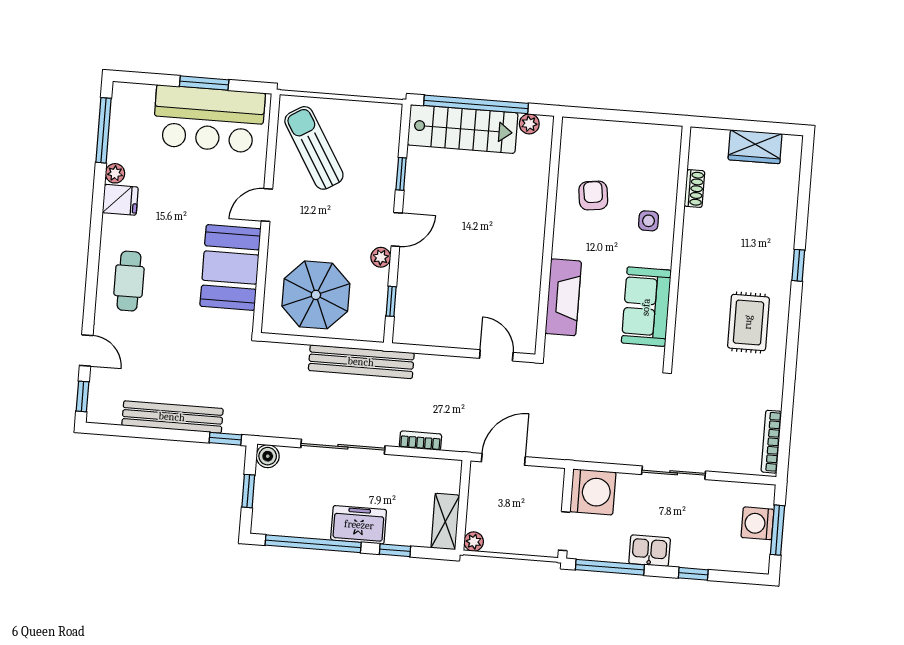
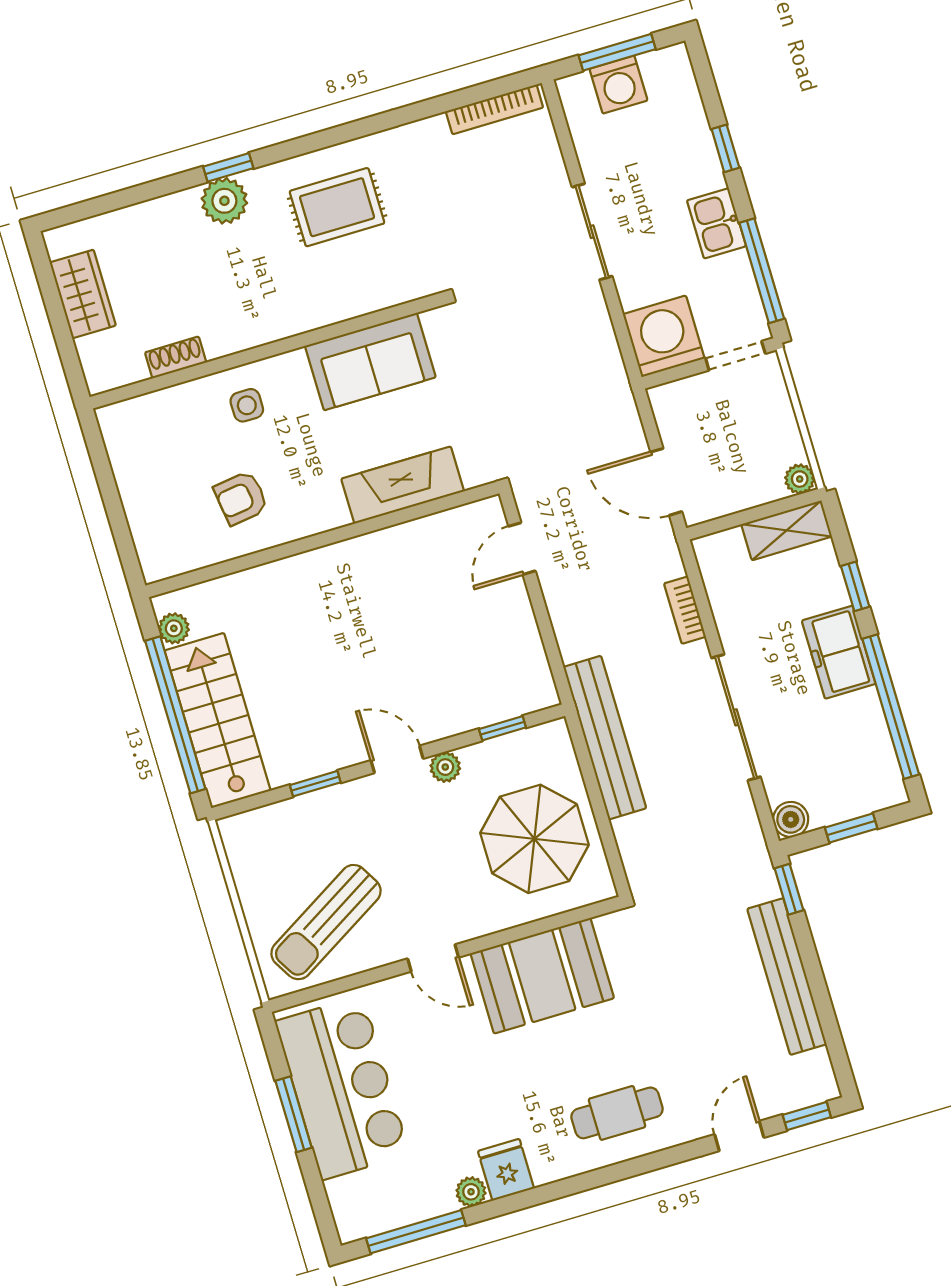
plant: (779, 255) -> (224, 201), added

